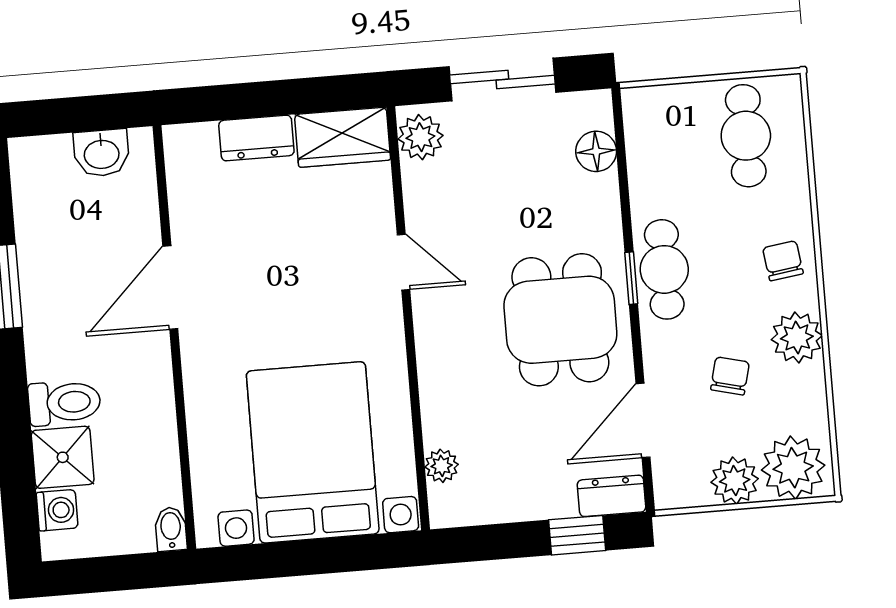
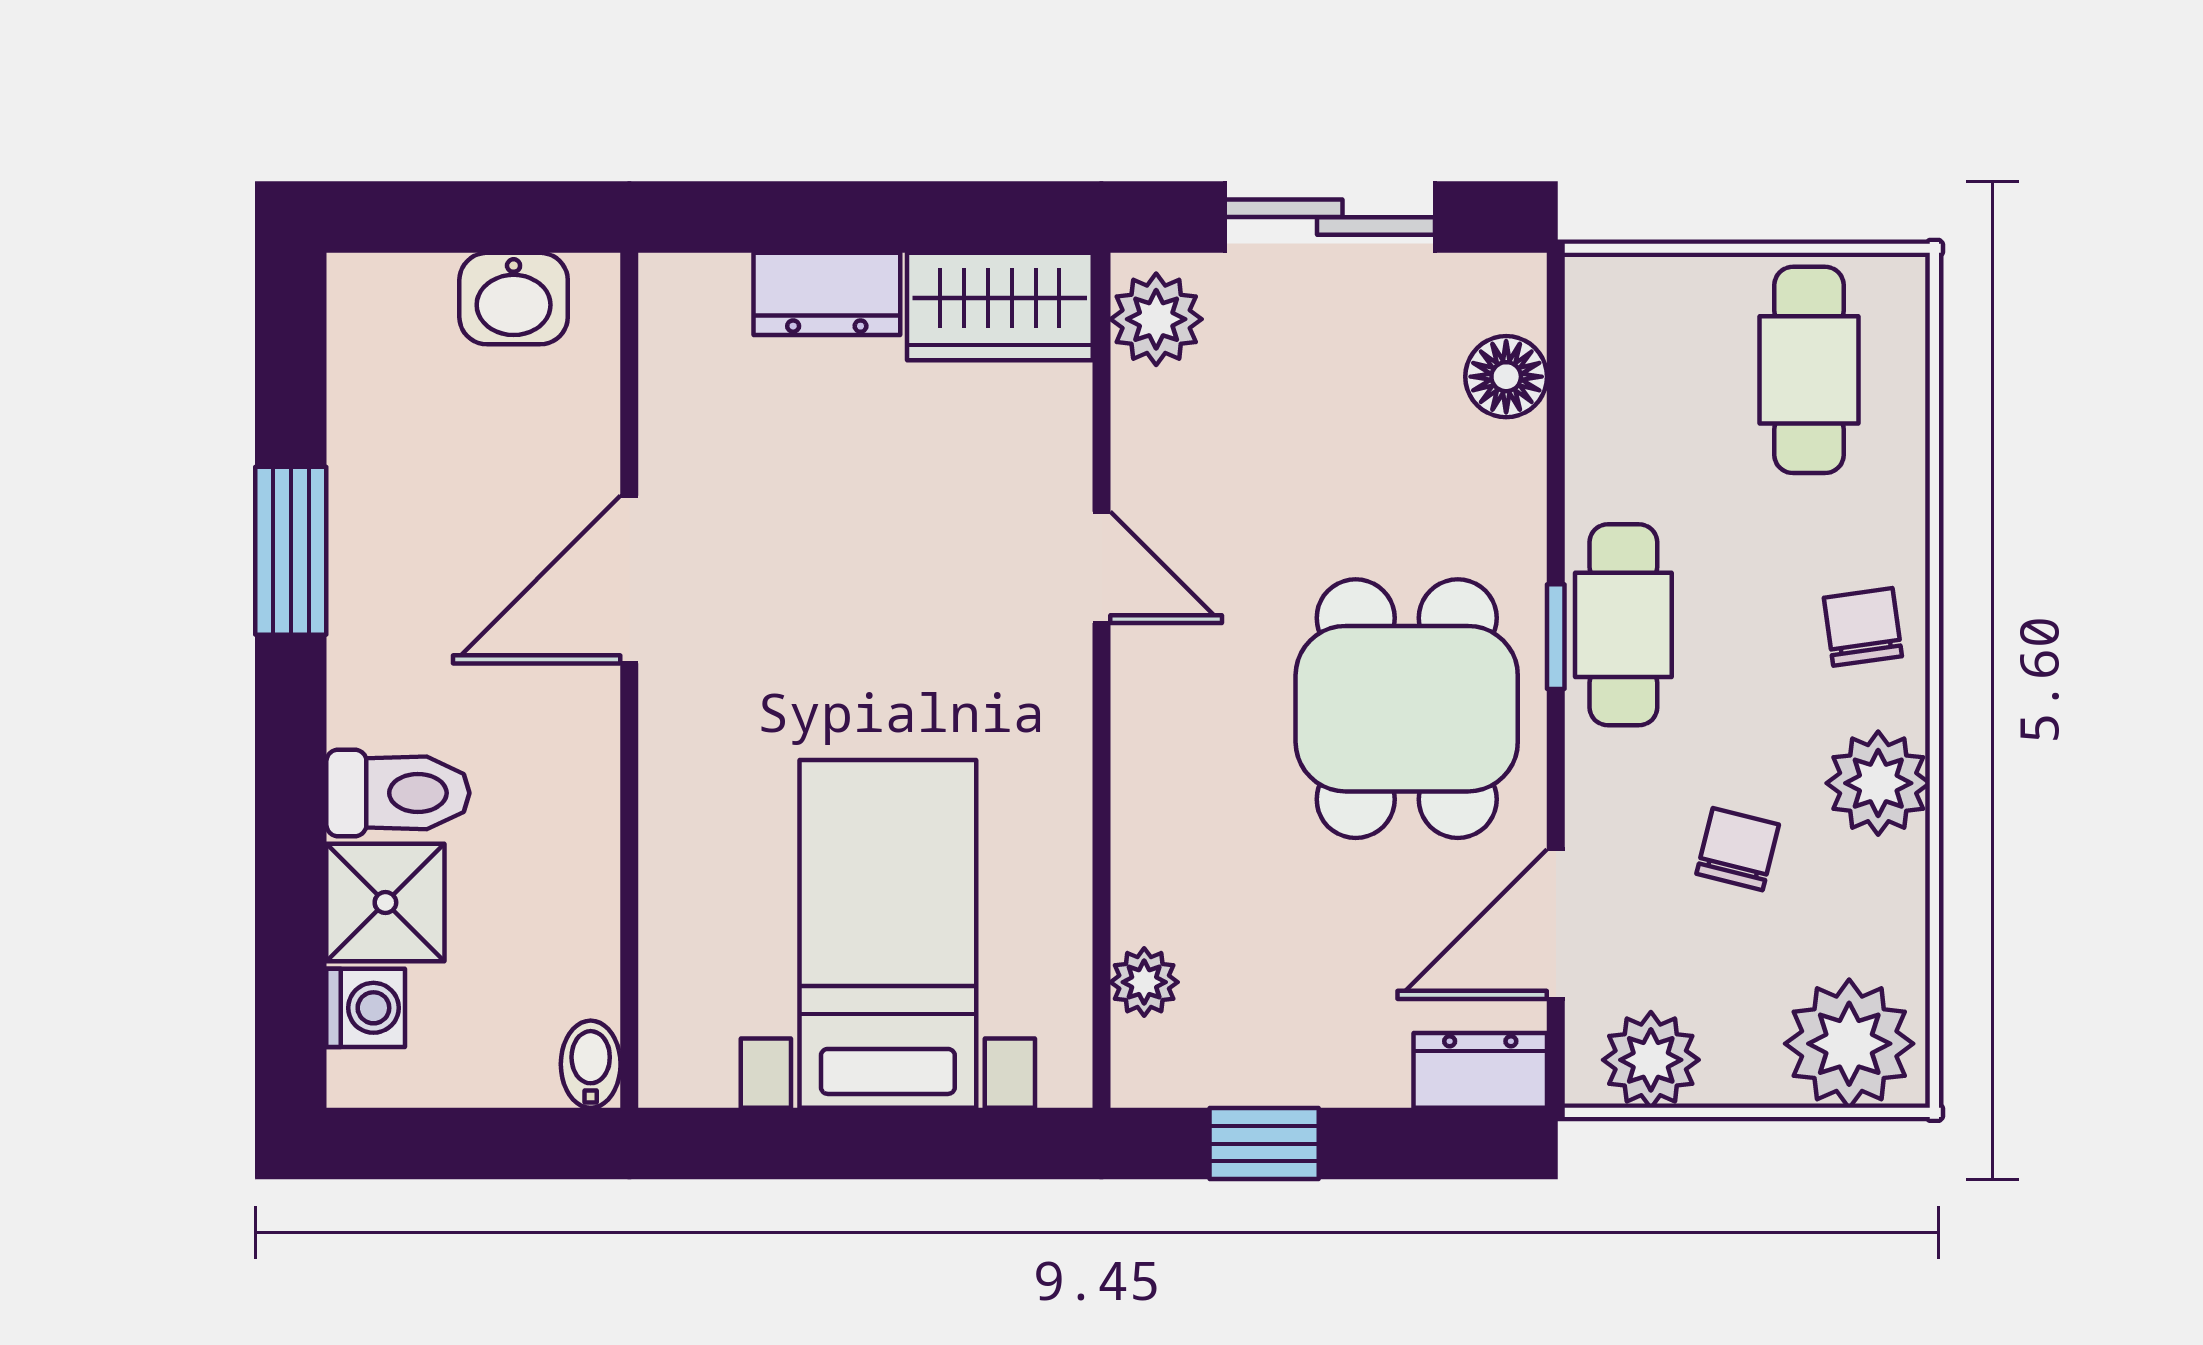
bed with nightstands: (313, 452) -> (888, 934), width x0.73
plant: (735, 481) -> (1651, 1060), moved
window: (577, 535) -> (1264, 1144), moved

